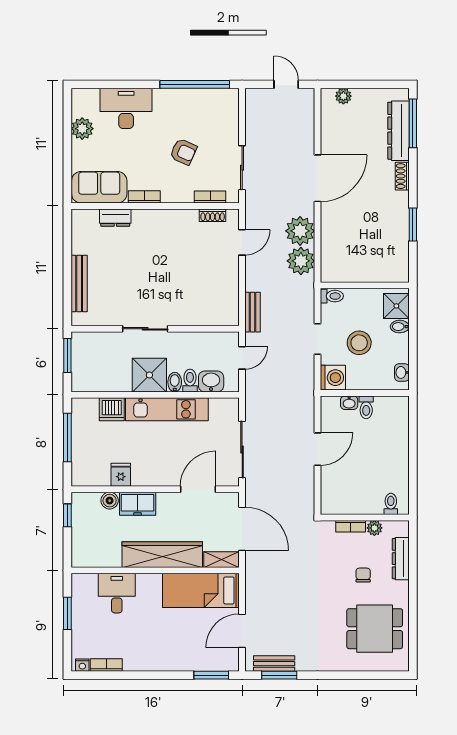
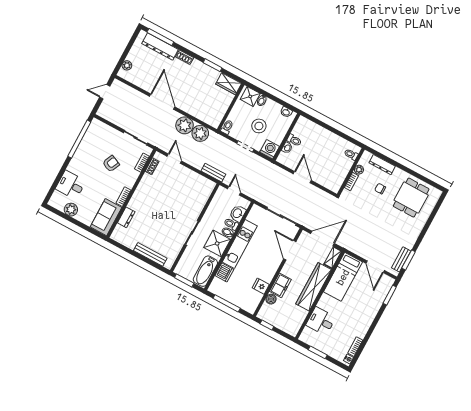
desk: (126, 108) -> (71, 185), width x0.73
wardrobe: (398, 263) -> (229, 84), added
bathtub: (98, 380) -> (205, 271), added

